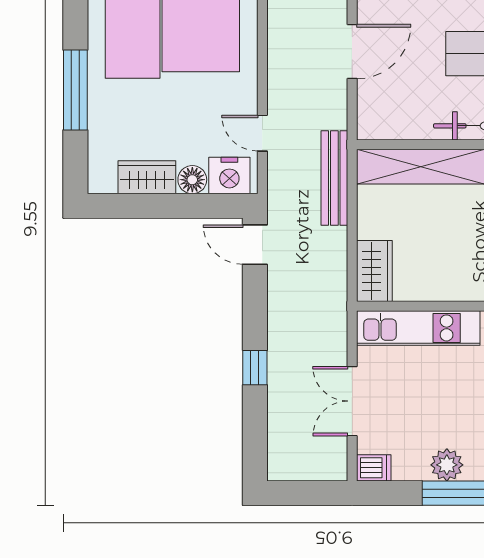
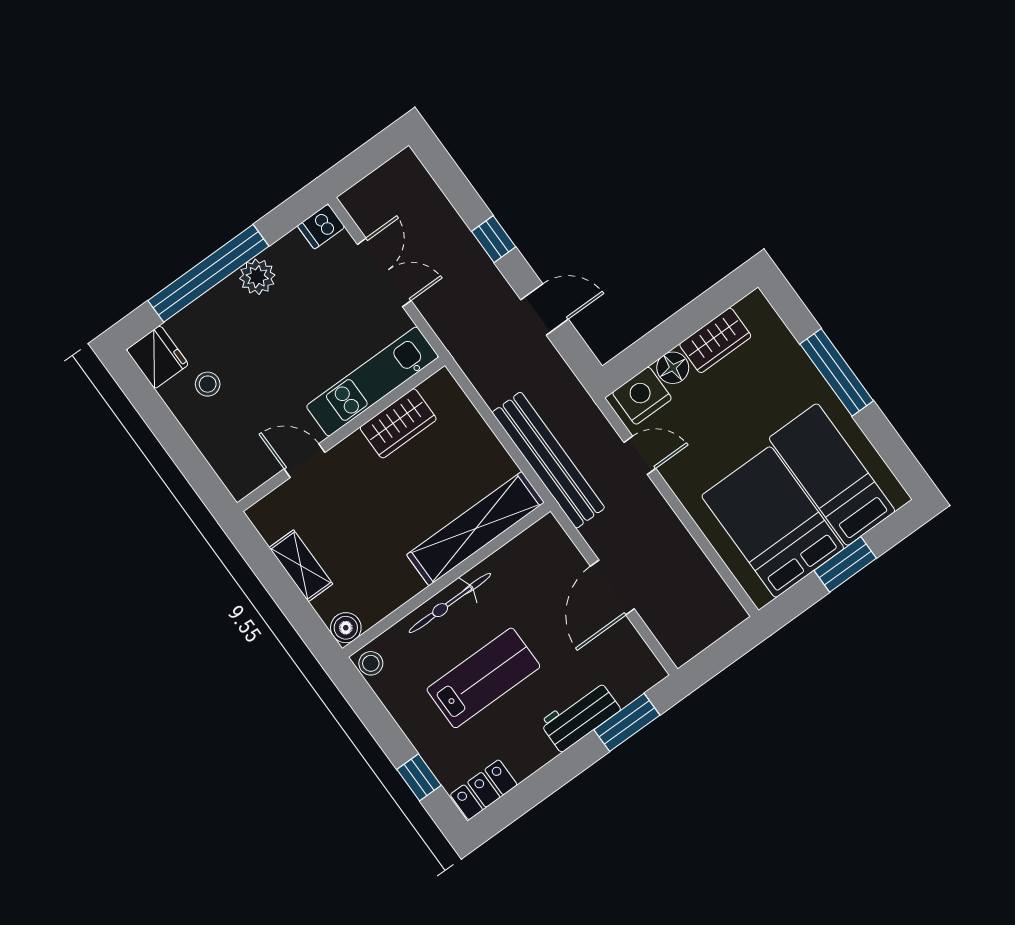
bench: (334, 178) -> (548, 460), width x1.37, depth x1.21
door: (255, 245) -> (545, 309), moved
wardrobe: (374, 271) -> (398, 423), moved, turned -90

